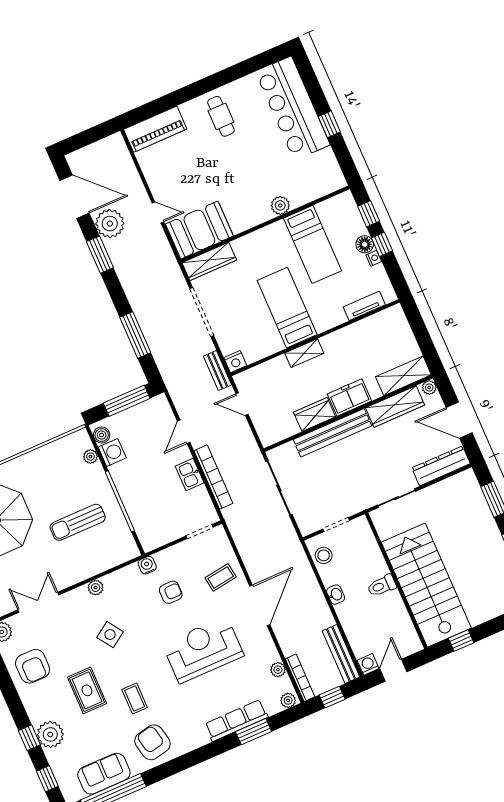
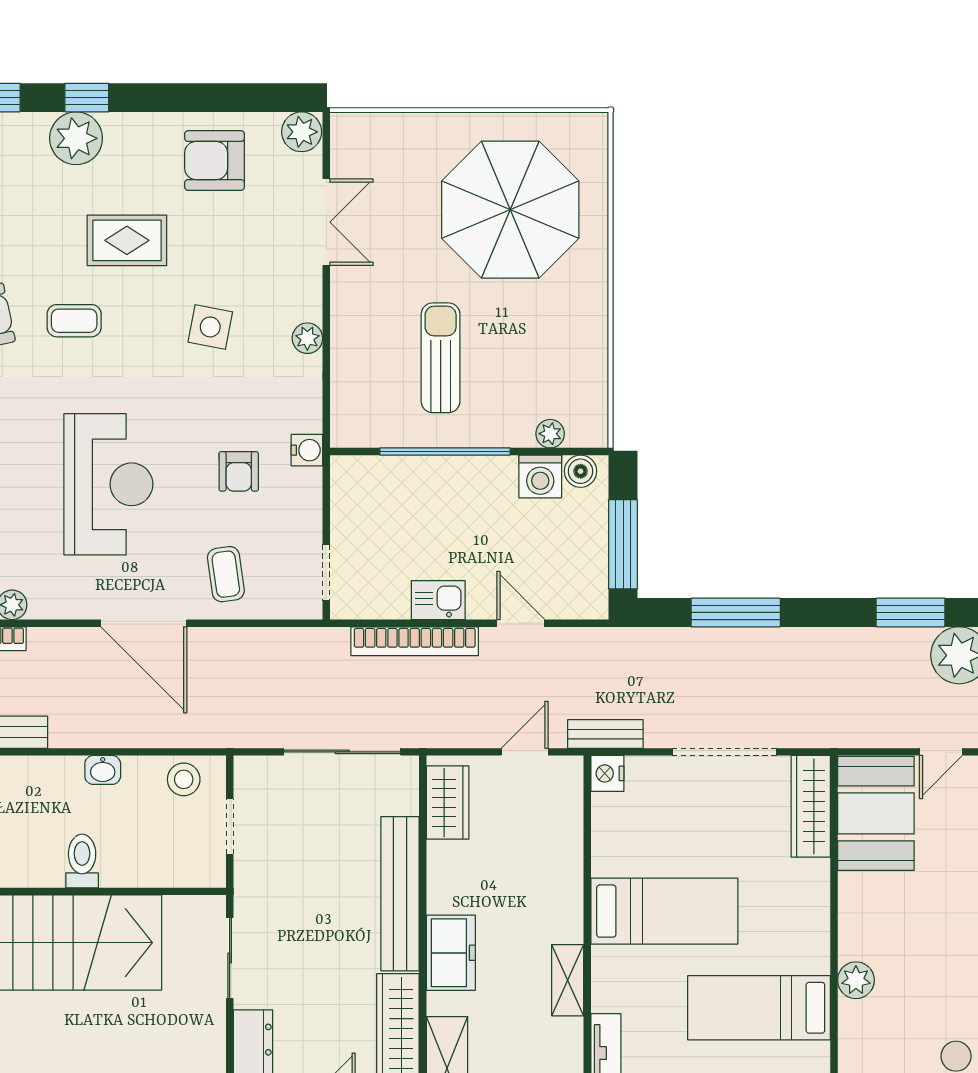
shelving: (304, 353) -> (568, 980), moved
wardrobe: (315, 414) -> (448, 803), moved
side table: (110, 635) -> (210, 327), turned 45

